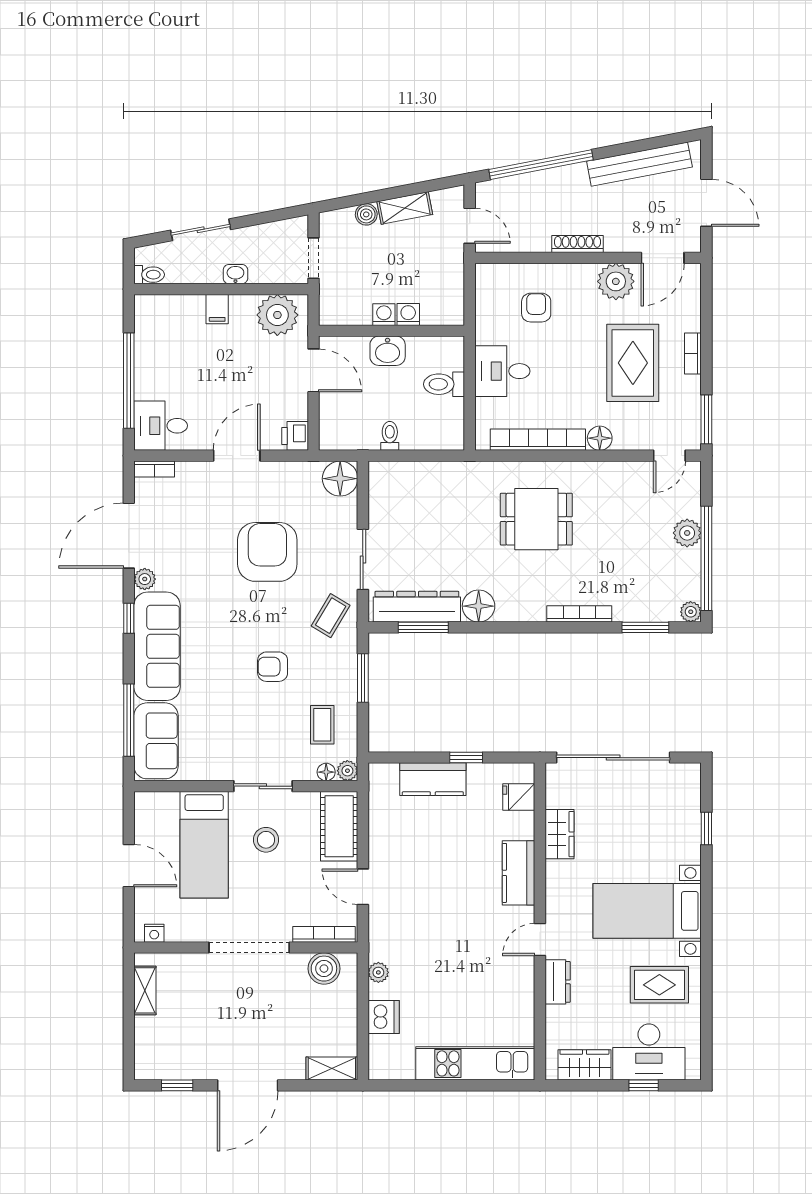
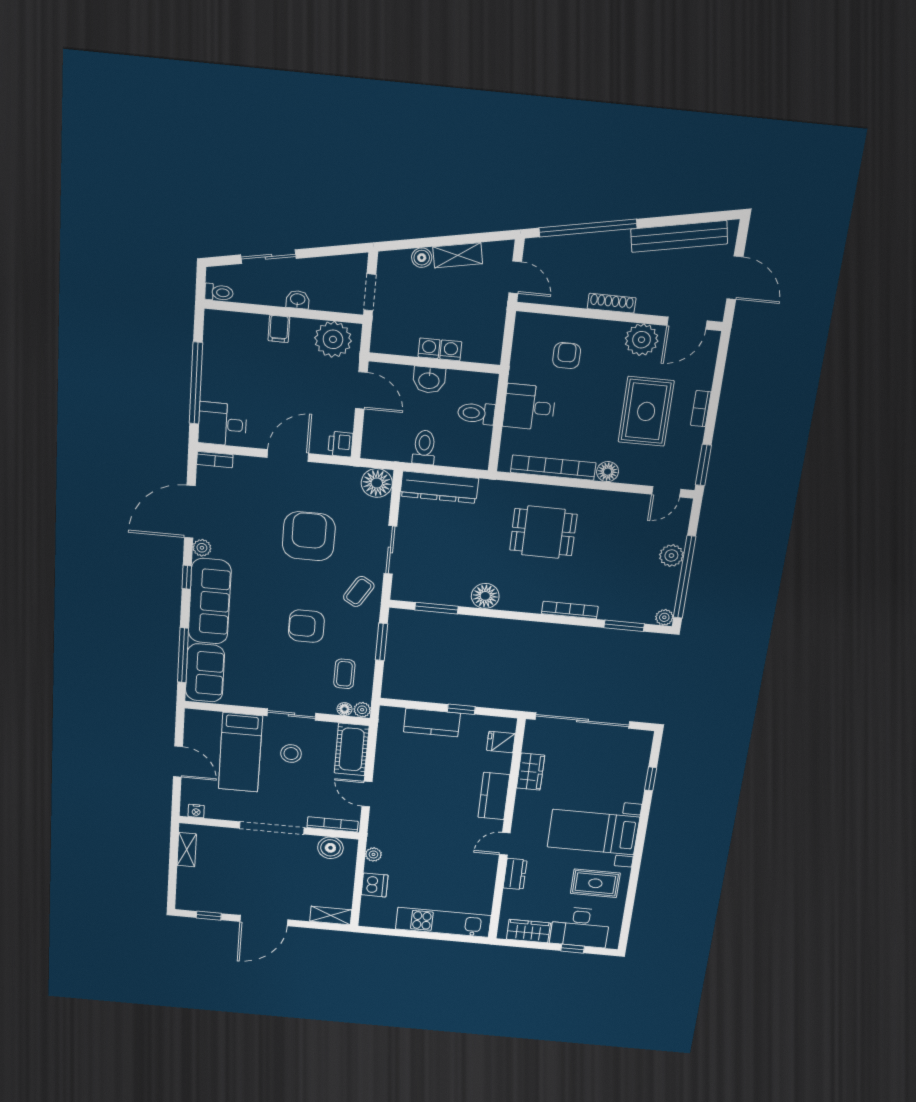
toilet: (390, 436) -> (424, 447), width x1.37, depth x1.39
dresser: (417, 607) -> (439, 487), moved, turned 180
armchair: (273, 667) -> (306, 626), width x1.38, depth x1.38

